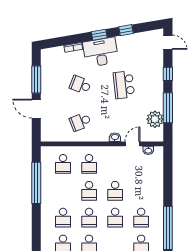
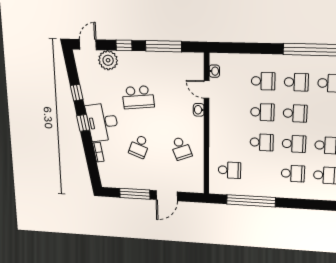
plant: (155, 119) -> (108, 60), moved
school desk: (89, 164) -> (263, 81), moved

